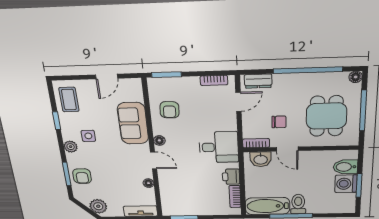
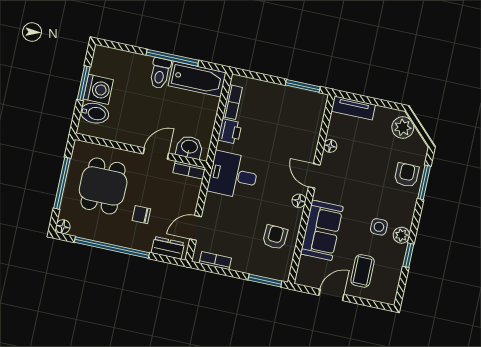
coffee table: (69, 100) -> (363, 271), moved
chair: (279, 122) -> (141, 215), moved
plant: (71, 147) -> (401, 235), moved
door: (287, 149) -> (156, 154), hinge flipped

